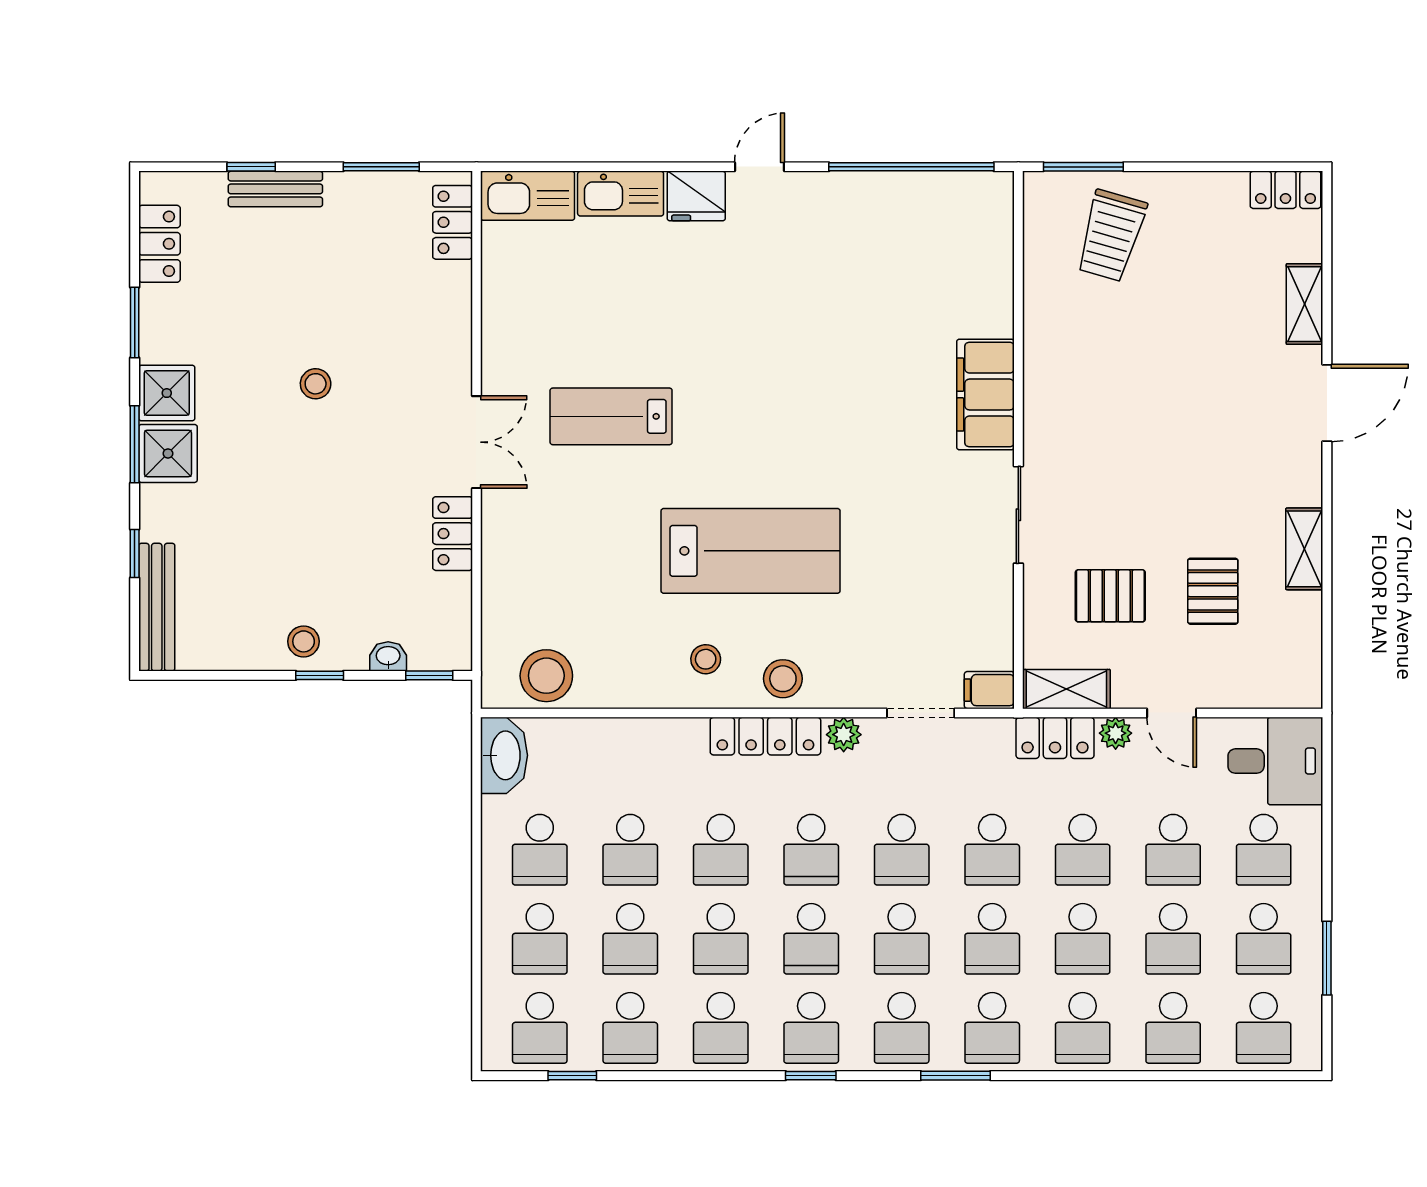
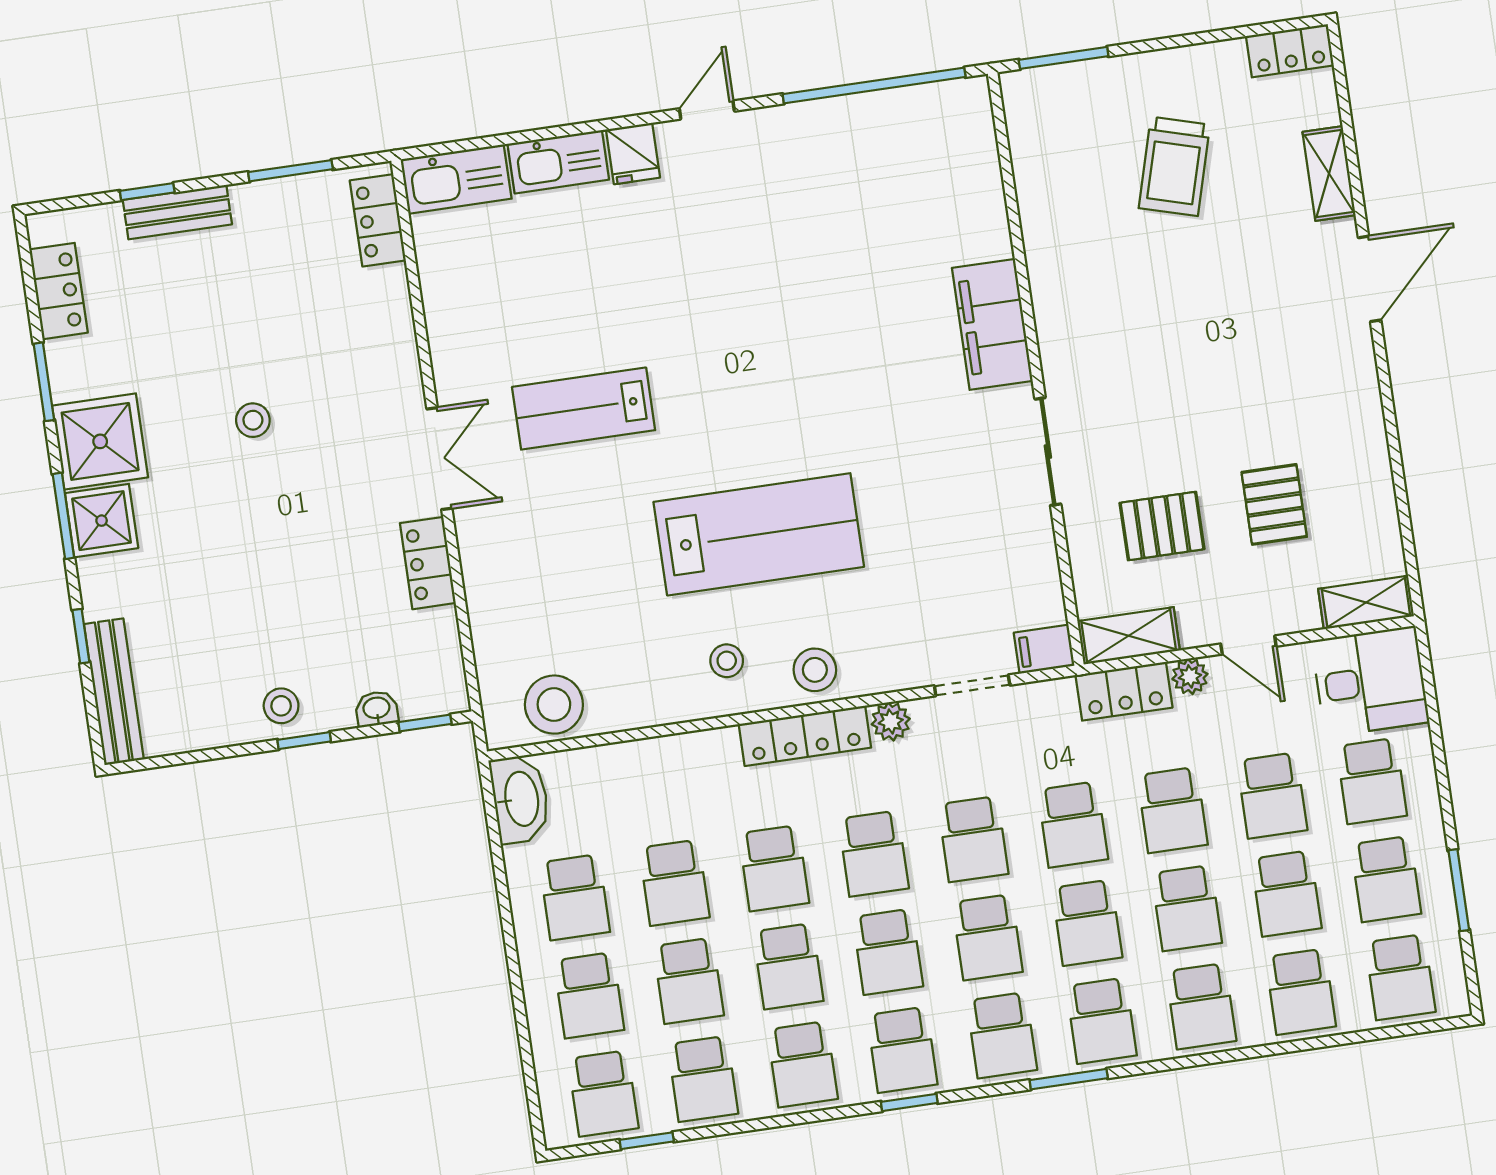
fridge: (696, 196) -> (633, 154), width x0.72
trolley: (1111, 236) -> (1174, 166), moved
shower: (167, 393) -> (100, 441), width x1.36, depth x1.36
shelving: (1304, 549) -> (1366, 603), moved, turned 90

